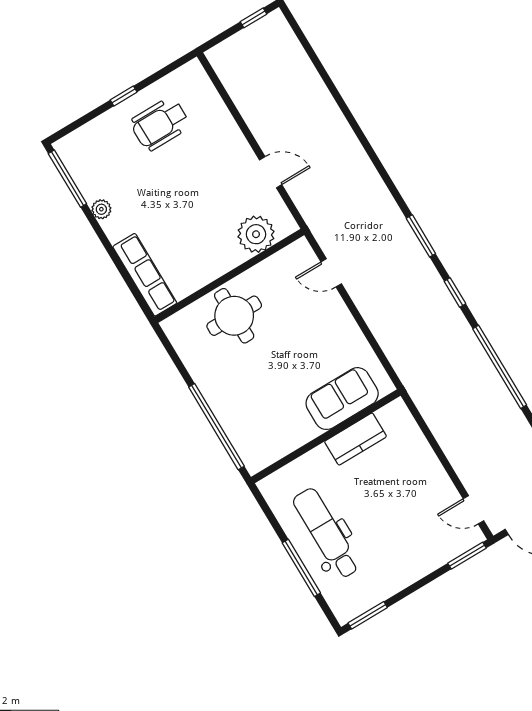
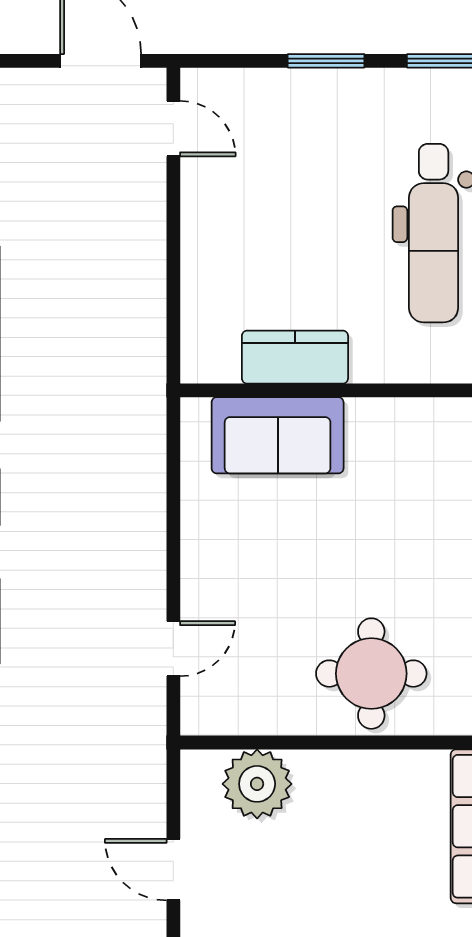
door: (331, 273) -> (173, 649), hinge flipped
window: (467, 556) -> (326, 61), moved

